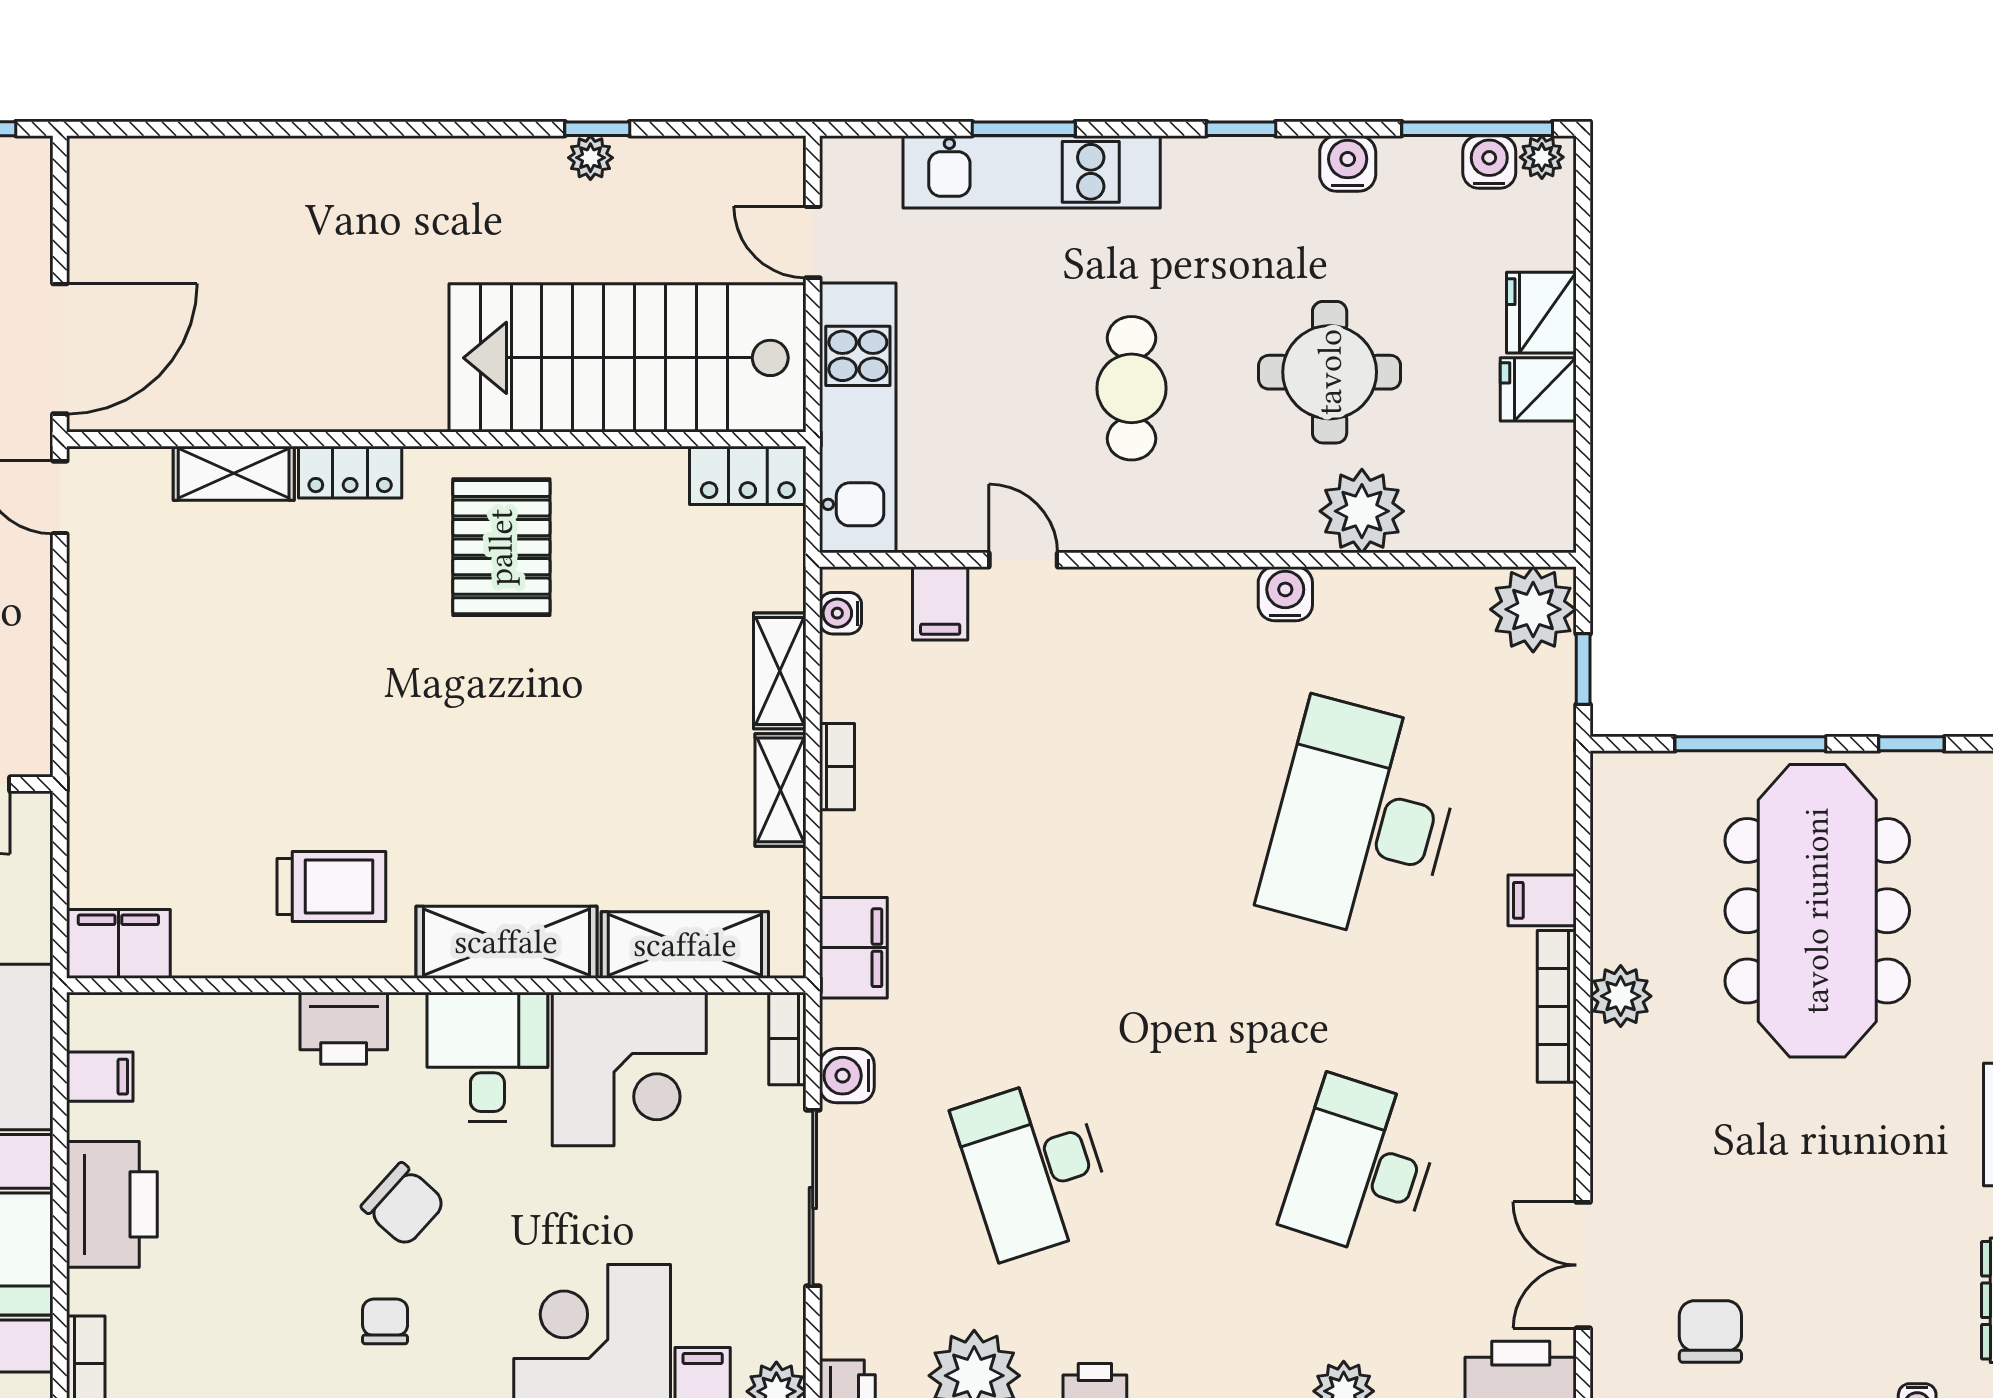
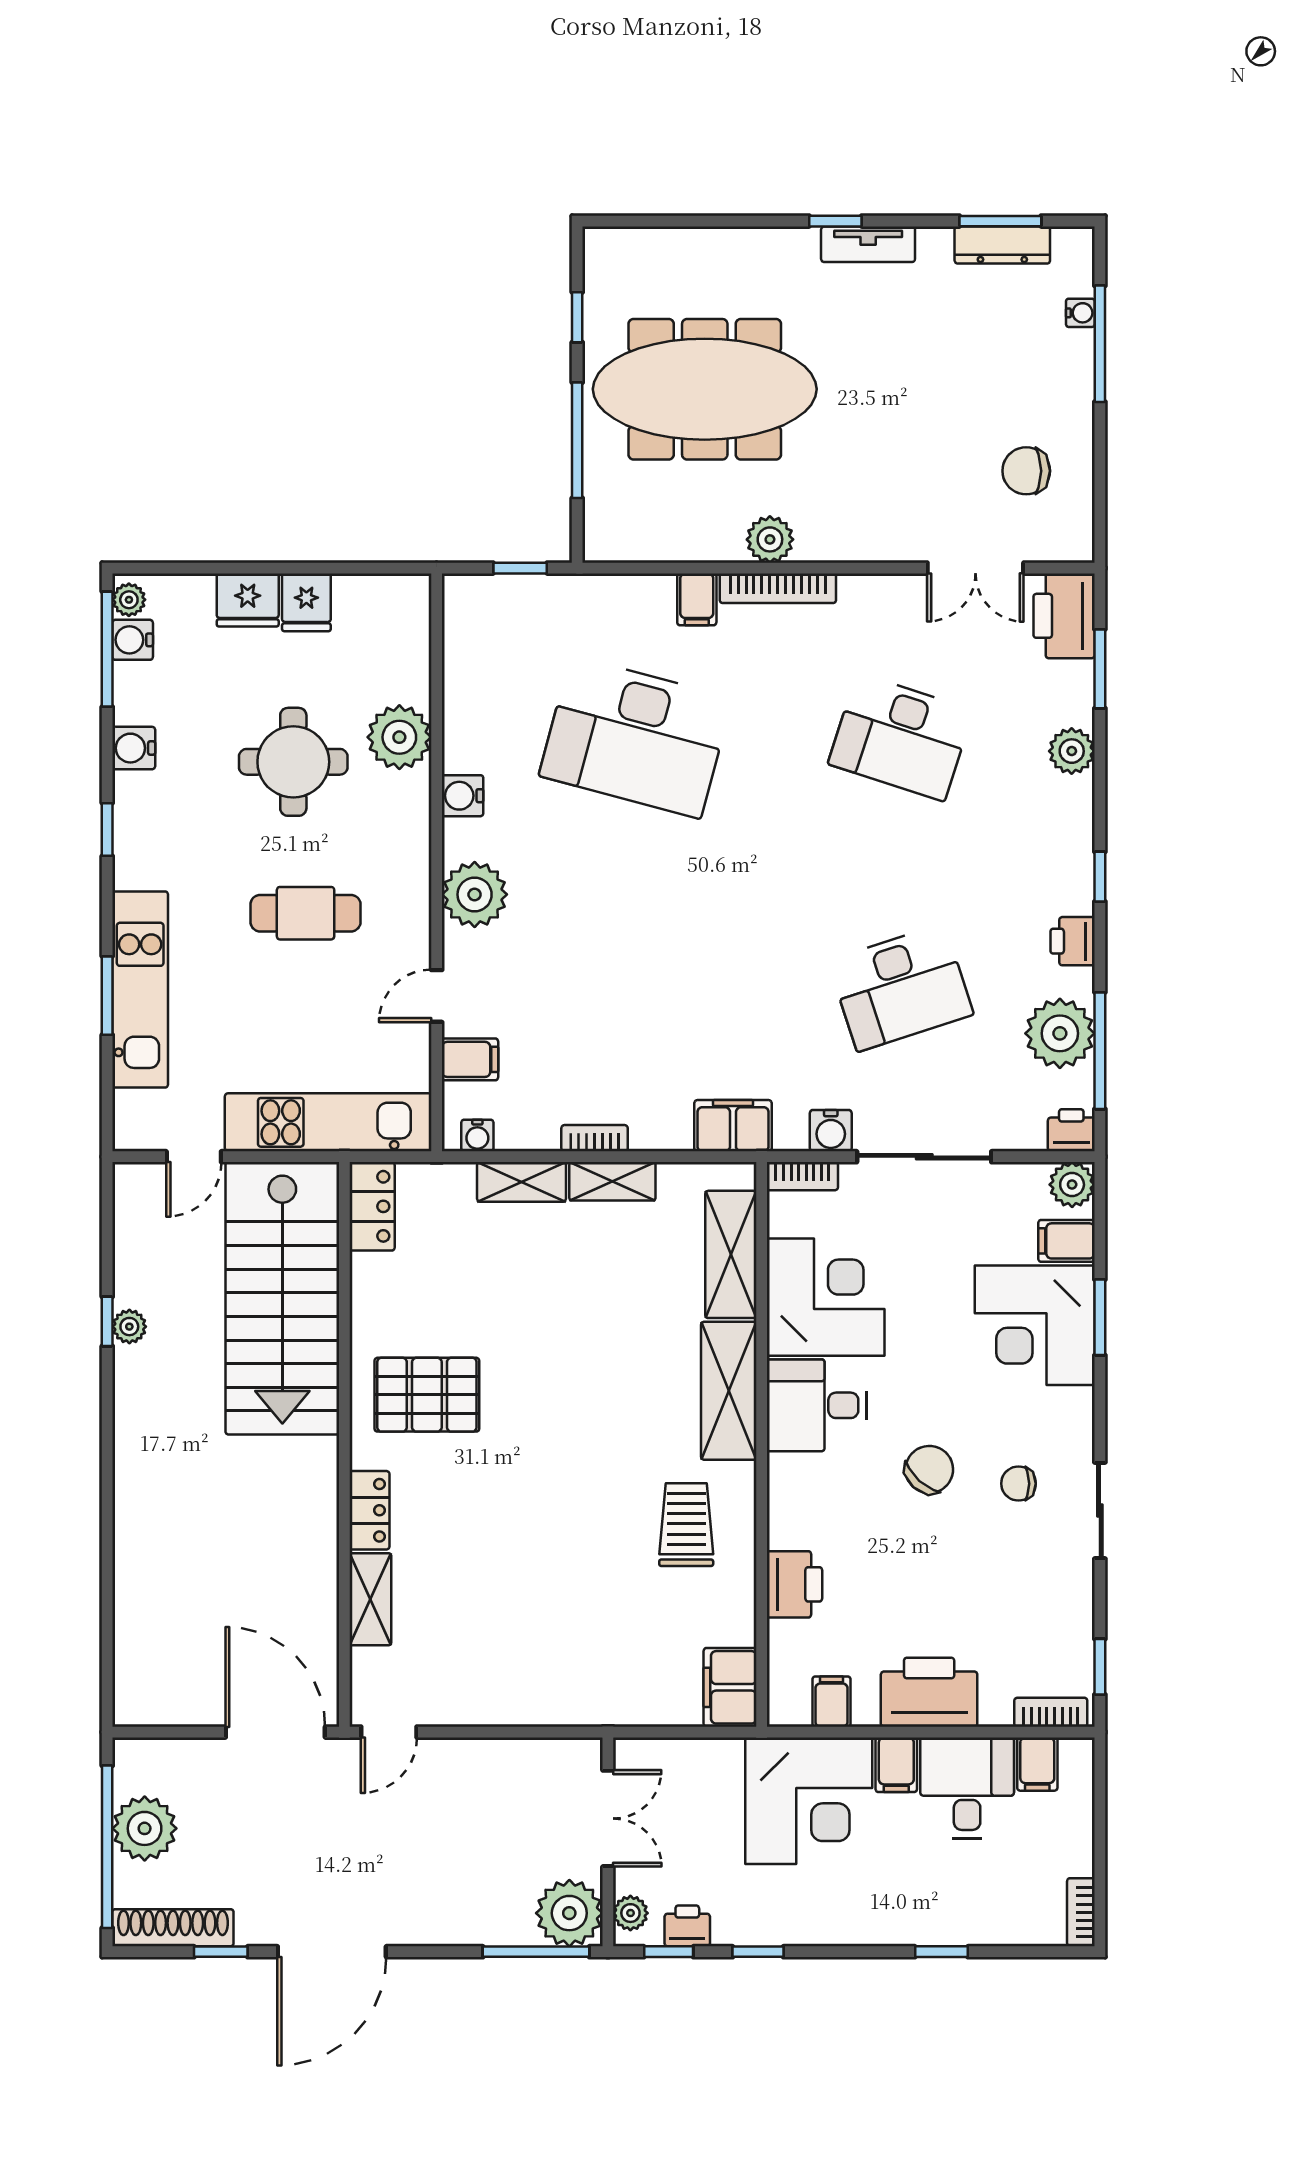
plant: (1533, 609) -> (475, 894), moved
printer: (344, 1028) -> (794, 1584), moved

